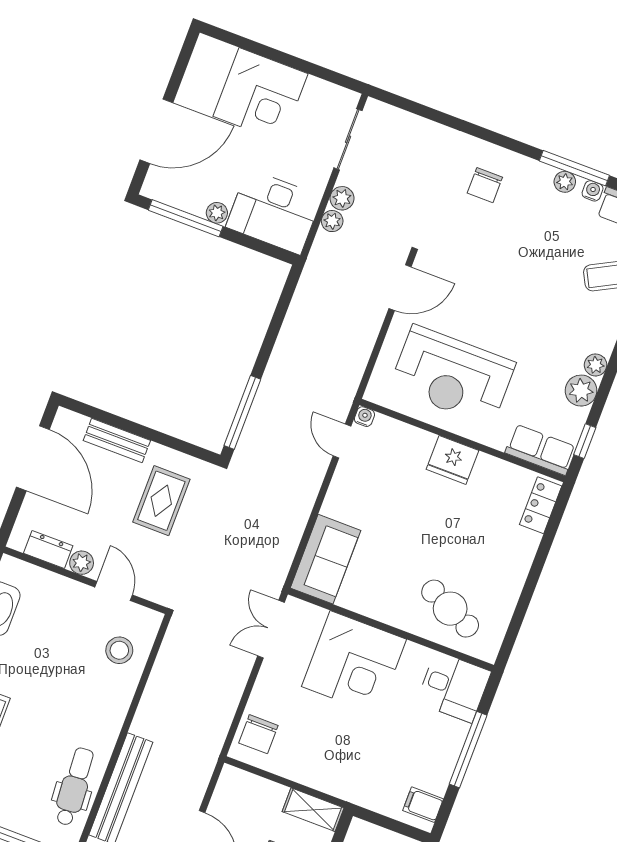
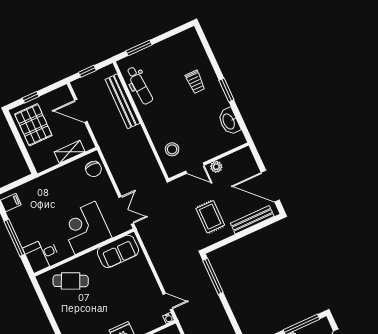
bench: (117, 440) -> (252, 220), width x1.36
dresser: (48, 550) -> (233, 160), removed
sofa: (325, 559) -> (118, 251), moved, turned -90
chair: (258, 734) -> (94, 169), turned 180
shelving: (313, 810) -> (70, 152), moved

